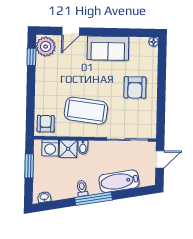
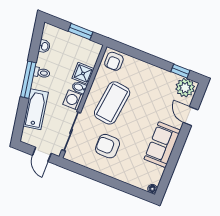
armchair: (135, 87) -> (108, 146), moved
armchair: (46, 124) -> (114, 61), turned 90
washing machine: (50, 148) -> (73, 100), moved
washbasin: (44, 197) -> (44, 46), moved

